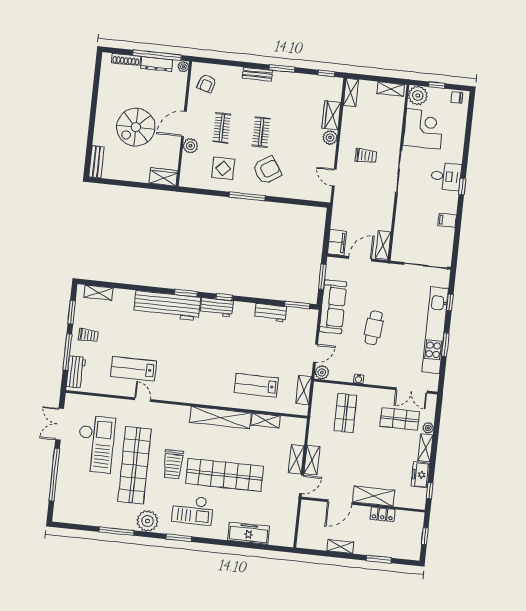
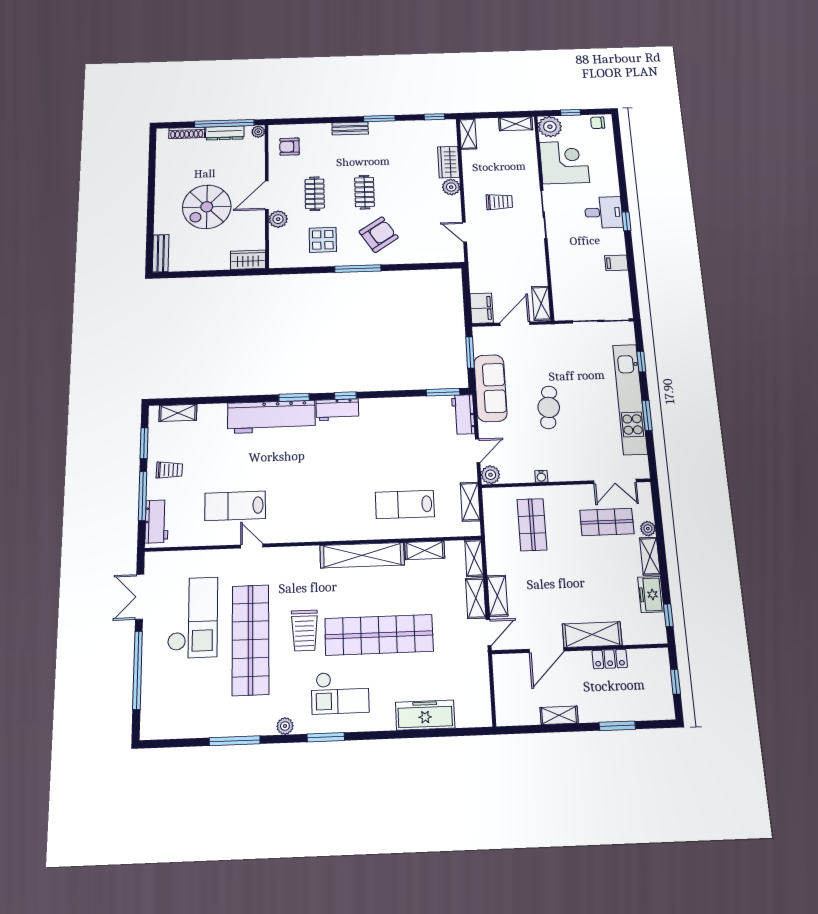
armchair: (207, 84) -> (289, 147), turned 73
workbench: (270, 313) -> (463, 414), moved, turned 90
shelving: (300, 431) -> (474, 558), added
plant: (147, 521) -> (285, 726), width x0.53, depth x0.53

